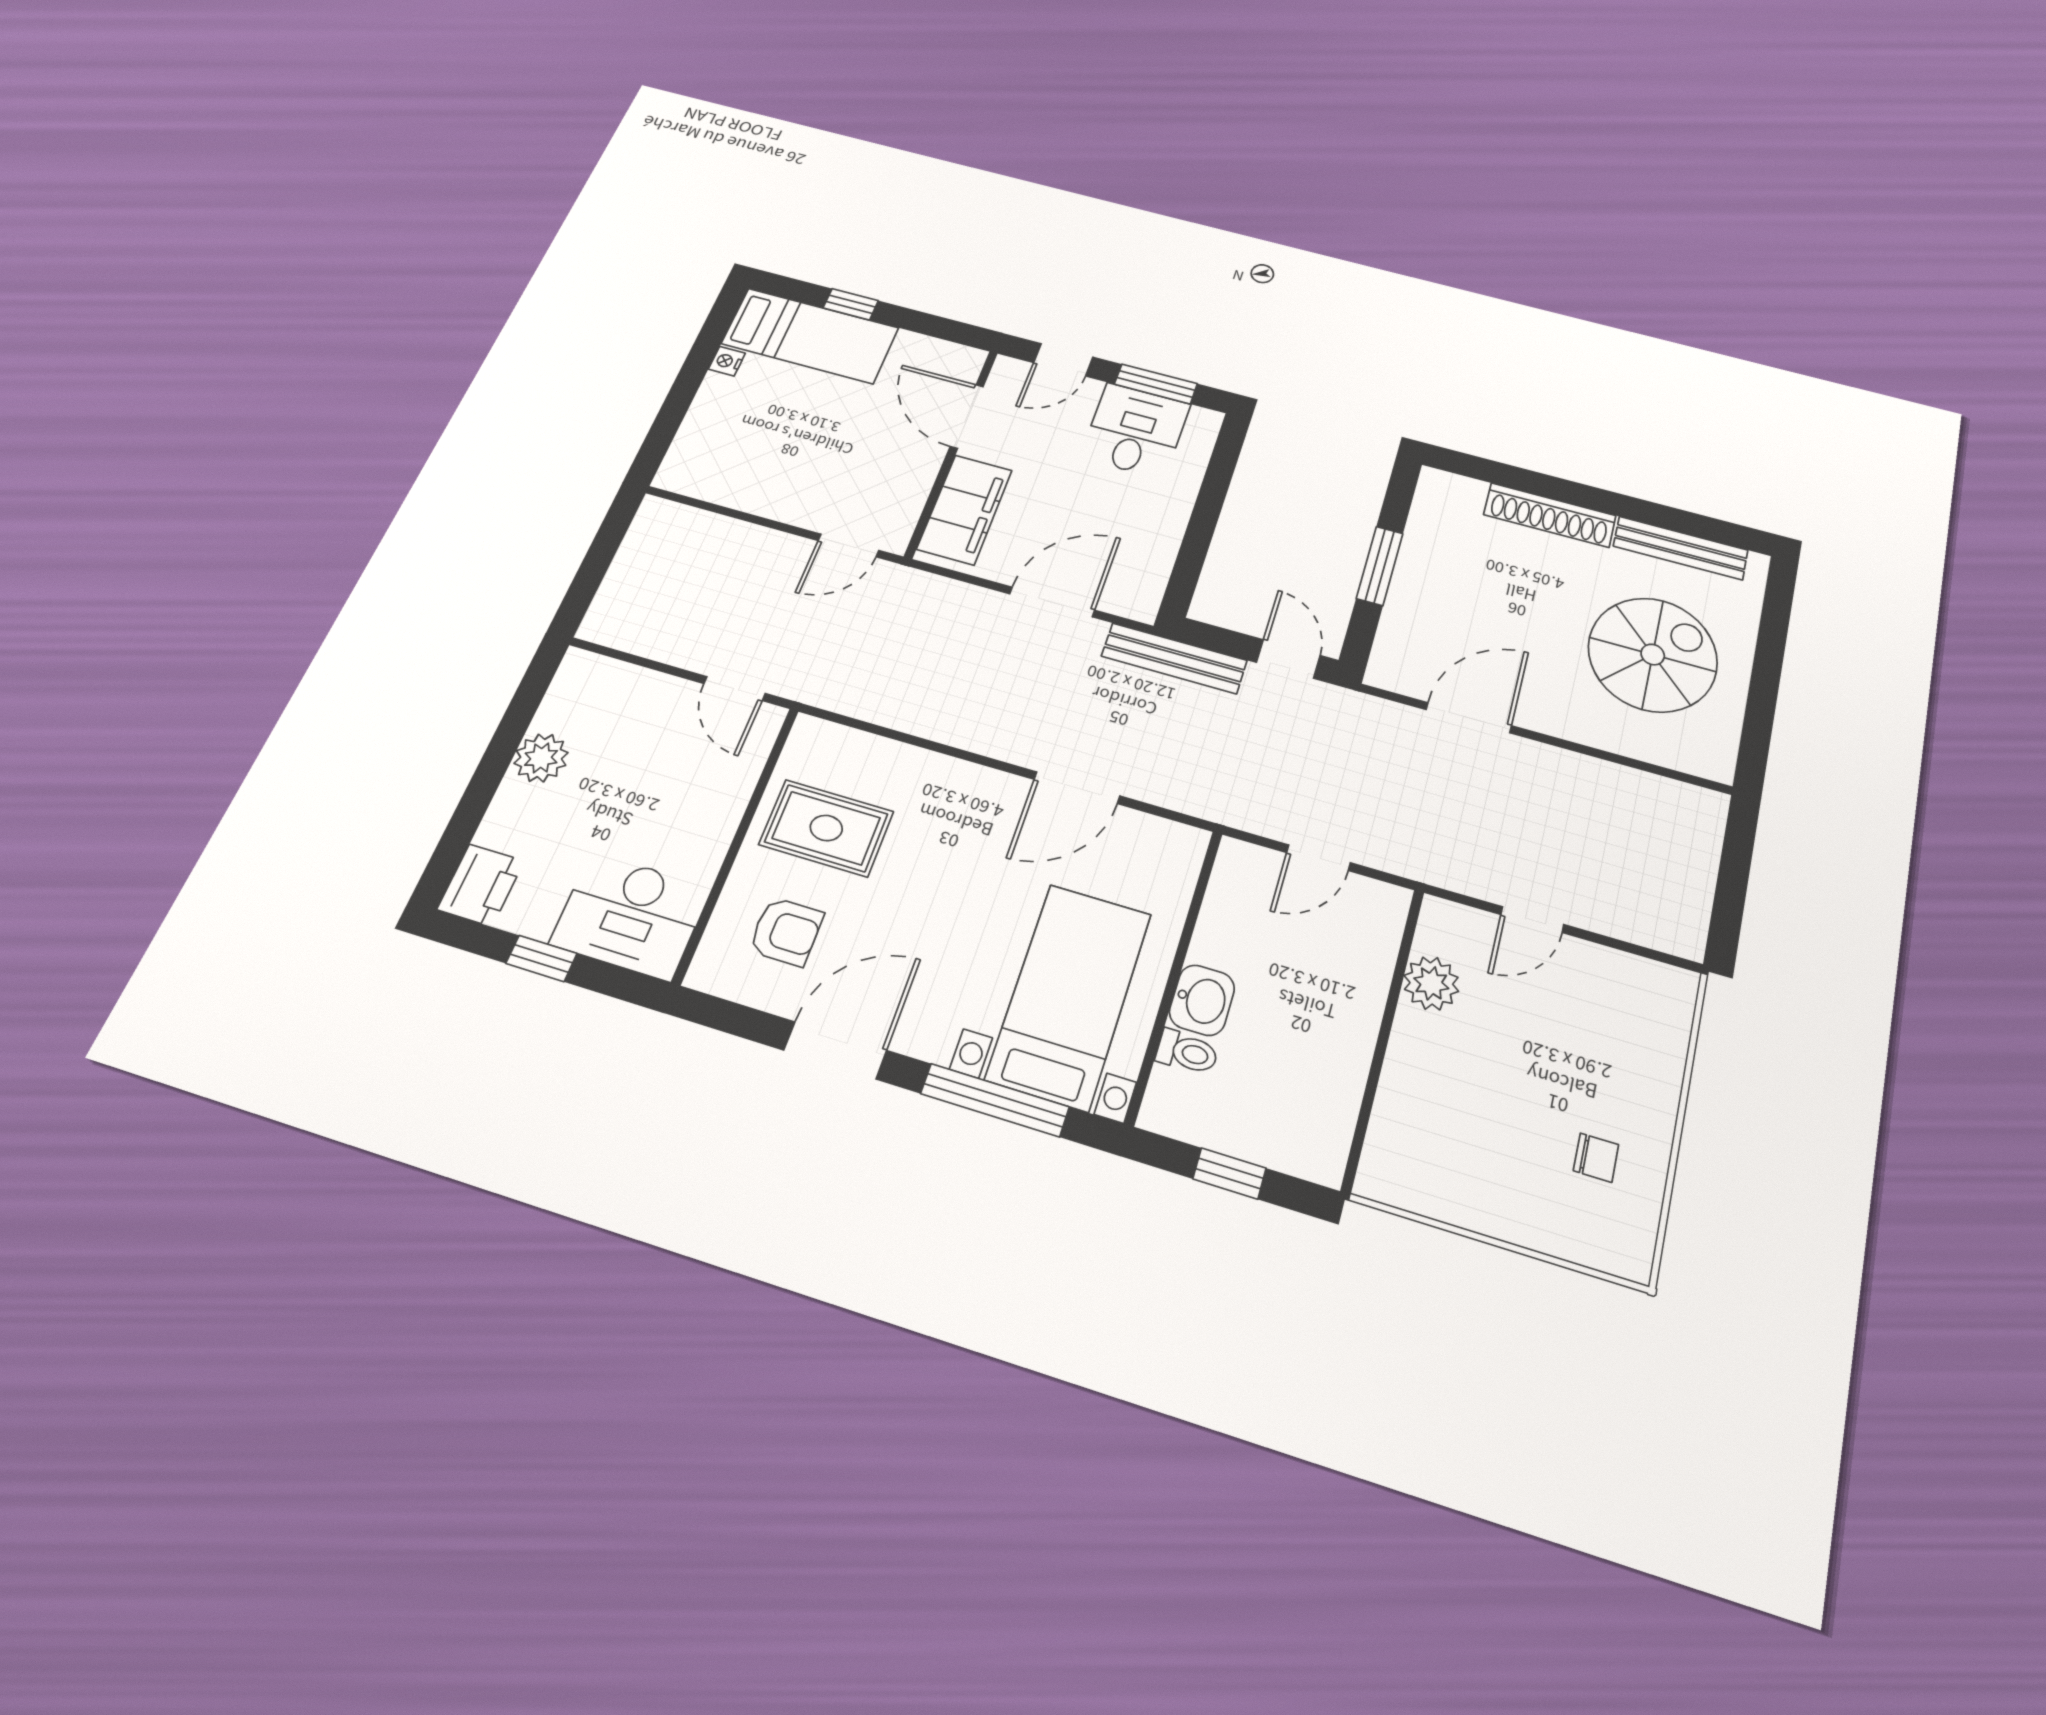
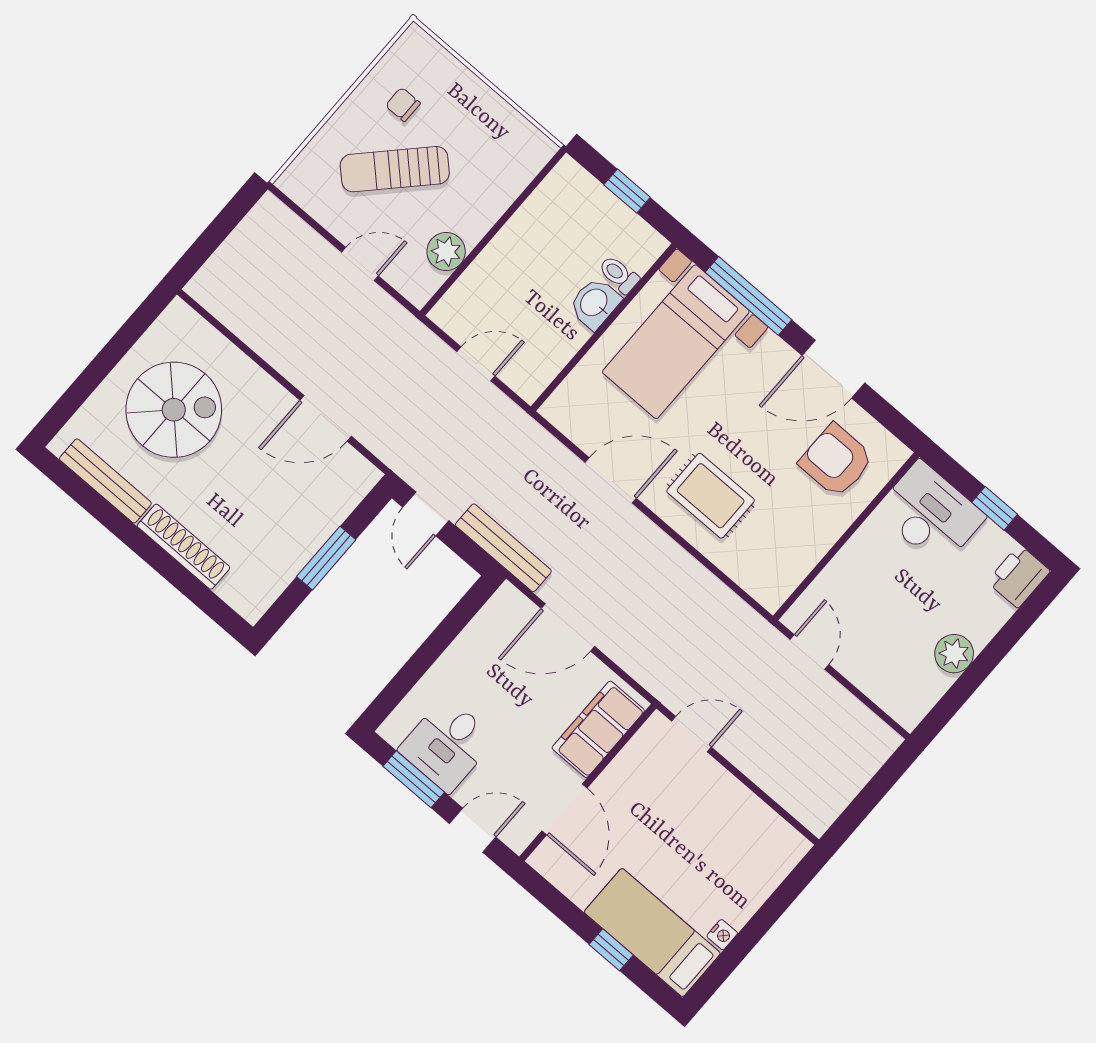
spiral stairs: (1653, 655) -> (174, 410), turned 180
rug: (826, 828) -> (711, 496), moved
armchair: (786, 932) -> (836, 461), width x1.38, depth x1.38
sun lounger: (1557, 1063) -> (395, 169), added

